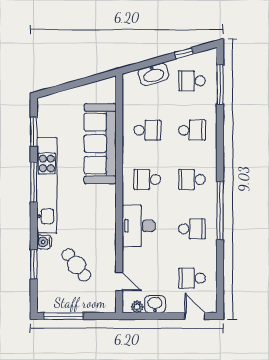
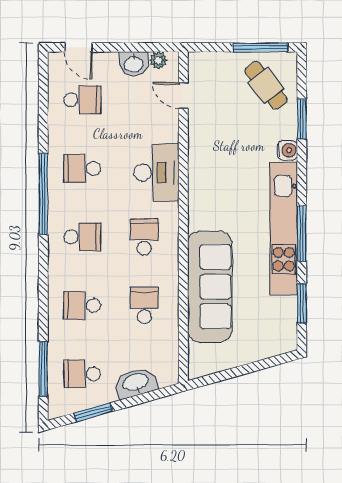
window: (184, 53) -> (93, 412), width x1.50
school desk: (192, 81) -> (82, 374), turned 180
school desk: (147, 130) -> (144, 305), turned 90
school desk: (147, 180) -> (144, 237), turned -90
cafe table: (76, 265) -> (266, 85), moved

